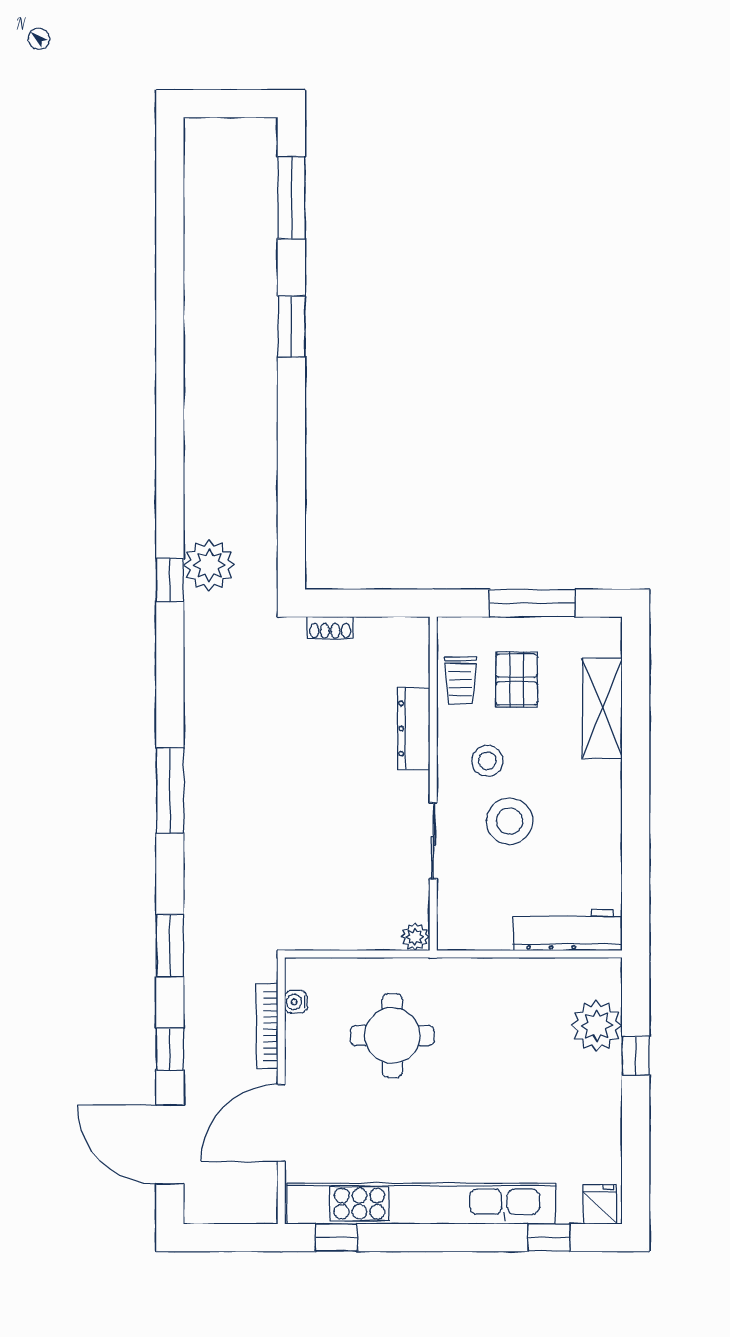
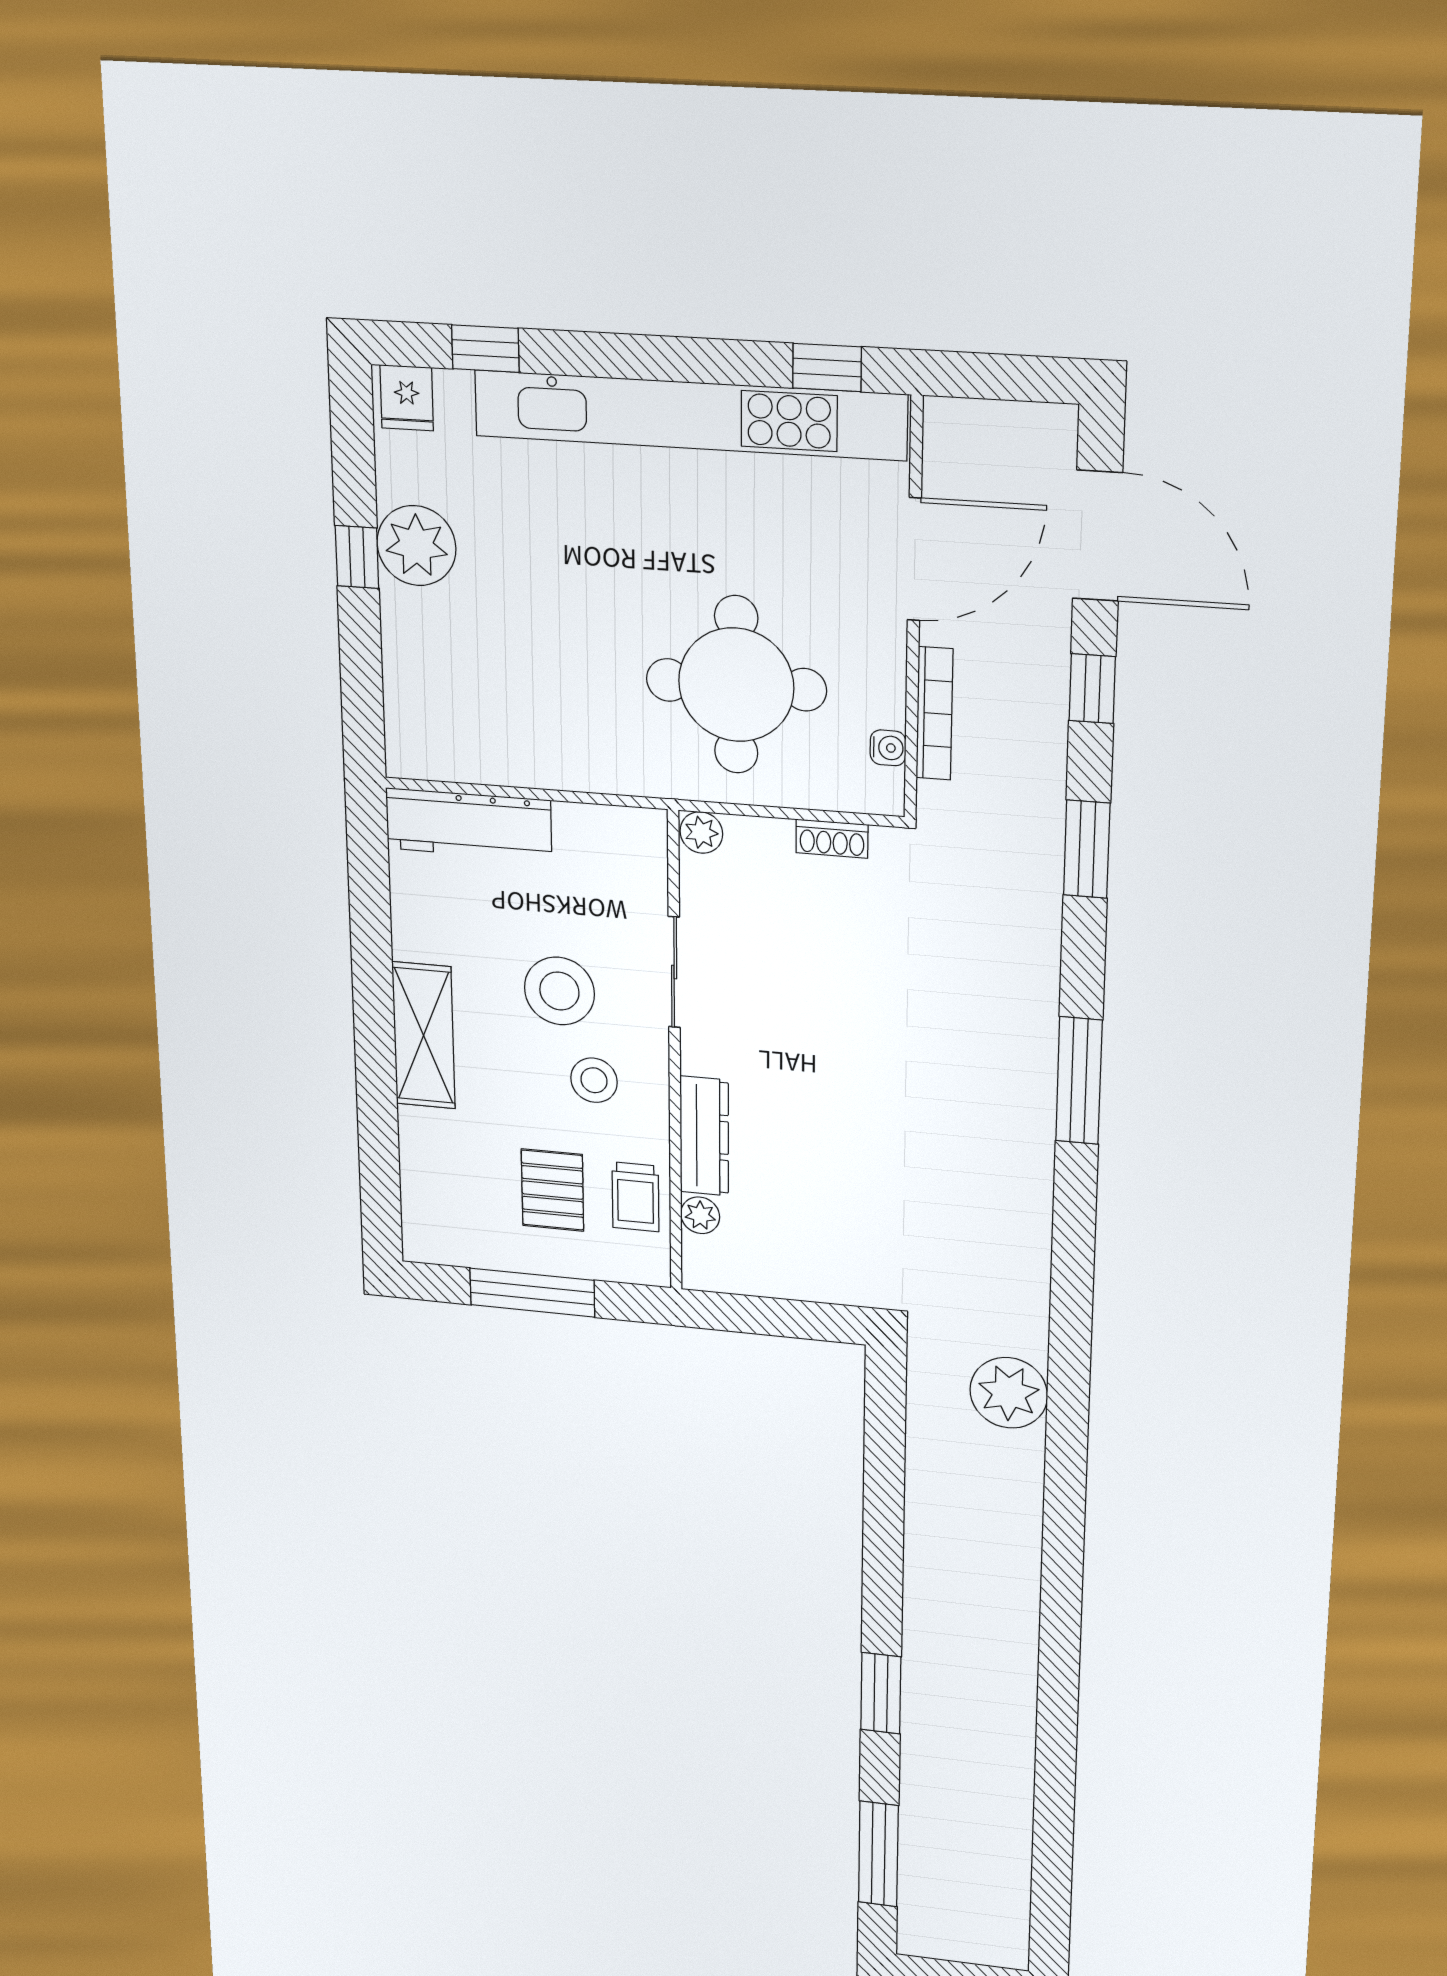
window: (170, 580) -> (1069, 1379), removed
shoe rack: (330, 628) -> (832, 839), moved, turned 180
plant: (417, 672) -> (700, 1215), added
trolley: (460, 680) -> (635, 1197), turned 180
shelving: (602, 708) -> (424, 1035), moved
plant: (597, 1026) -> (416, 546), moved
round table: (392, 1036) -> (736, 685), width x1.36, depth x1.36
window: (636, 1056) -> (357, 557), moved

